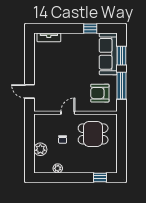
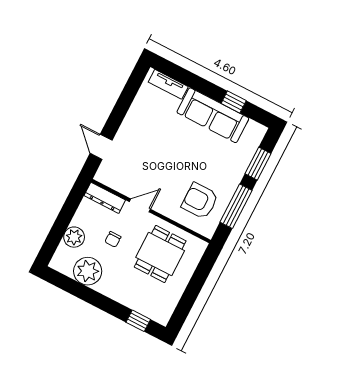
sofa: (108, 54) -> (213, 115), moved, turned -90
dresser: (46, 119) -> (105, 198), added
dining table: (93, 134) -> (160, 254), turned 90
plant: (58, 168) -> (88, 271), width x1.87, depth x1.87

